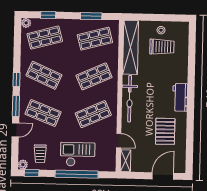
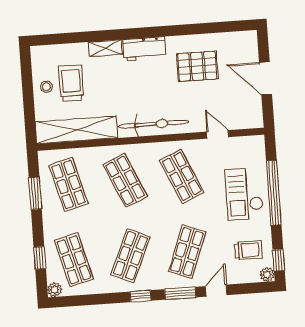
door: (15, 130) -> (216, 291), hinge flipped
door: (119, 141) -> (218, 134), hinge flipped
shelving: (126, 161) -> (105, 48), moved
door: (163, 176) -> (266, 78), moved

